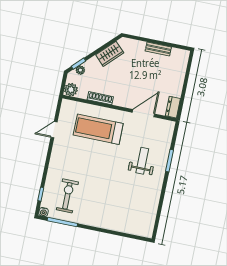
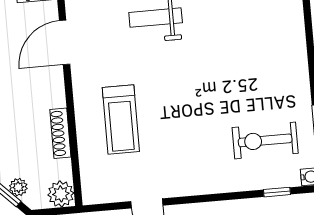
door: (143, 113) -> (65, 42), hinge flipped
treadmill: (98, 129) -> (121, 120), width x0.73, depth x0.73

